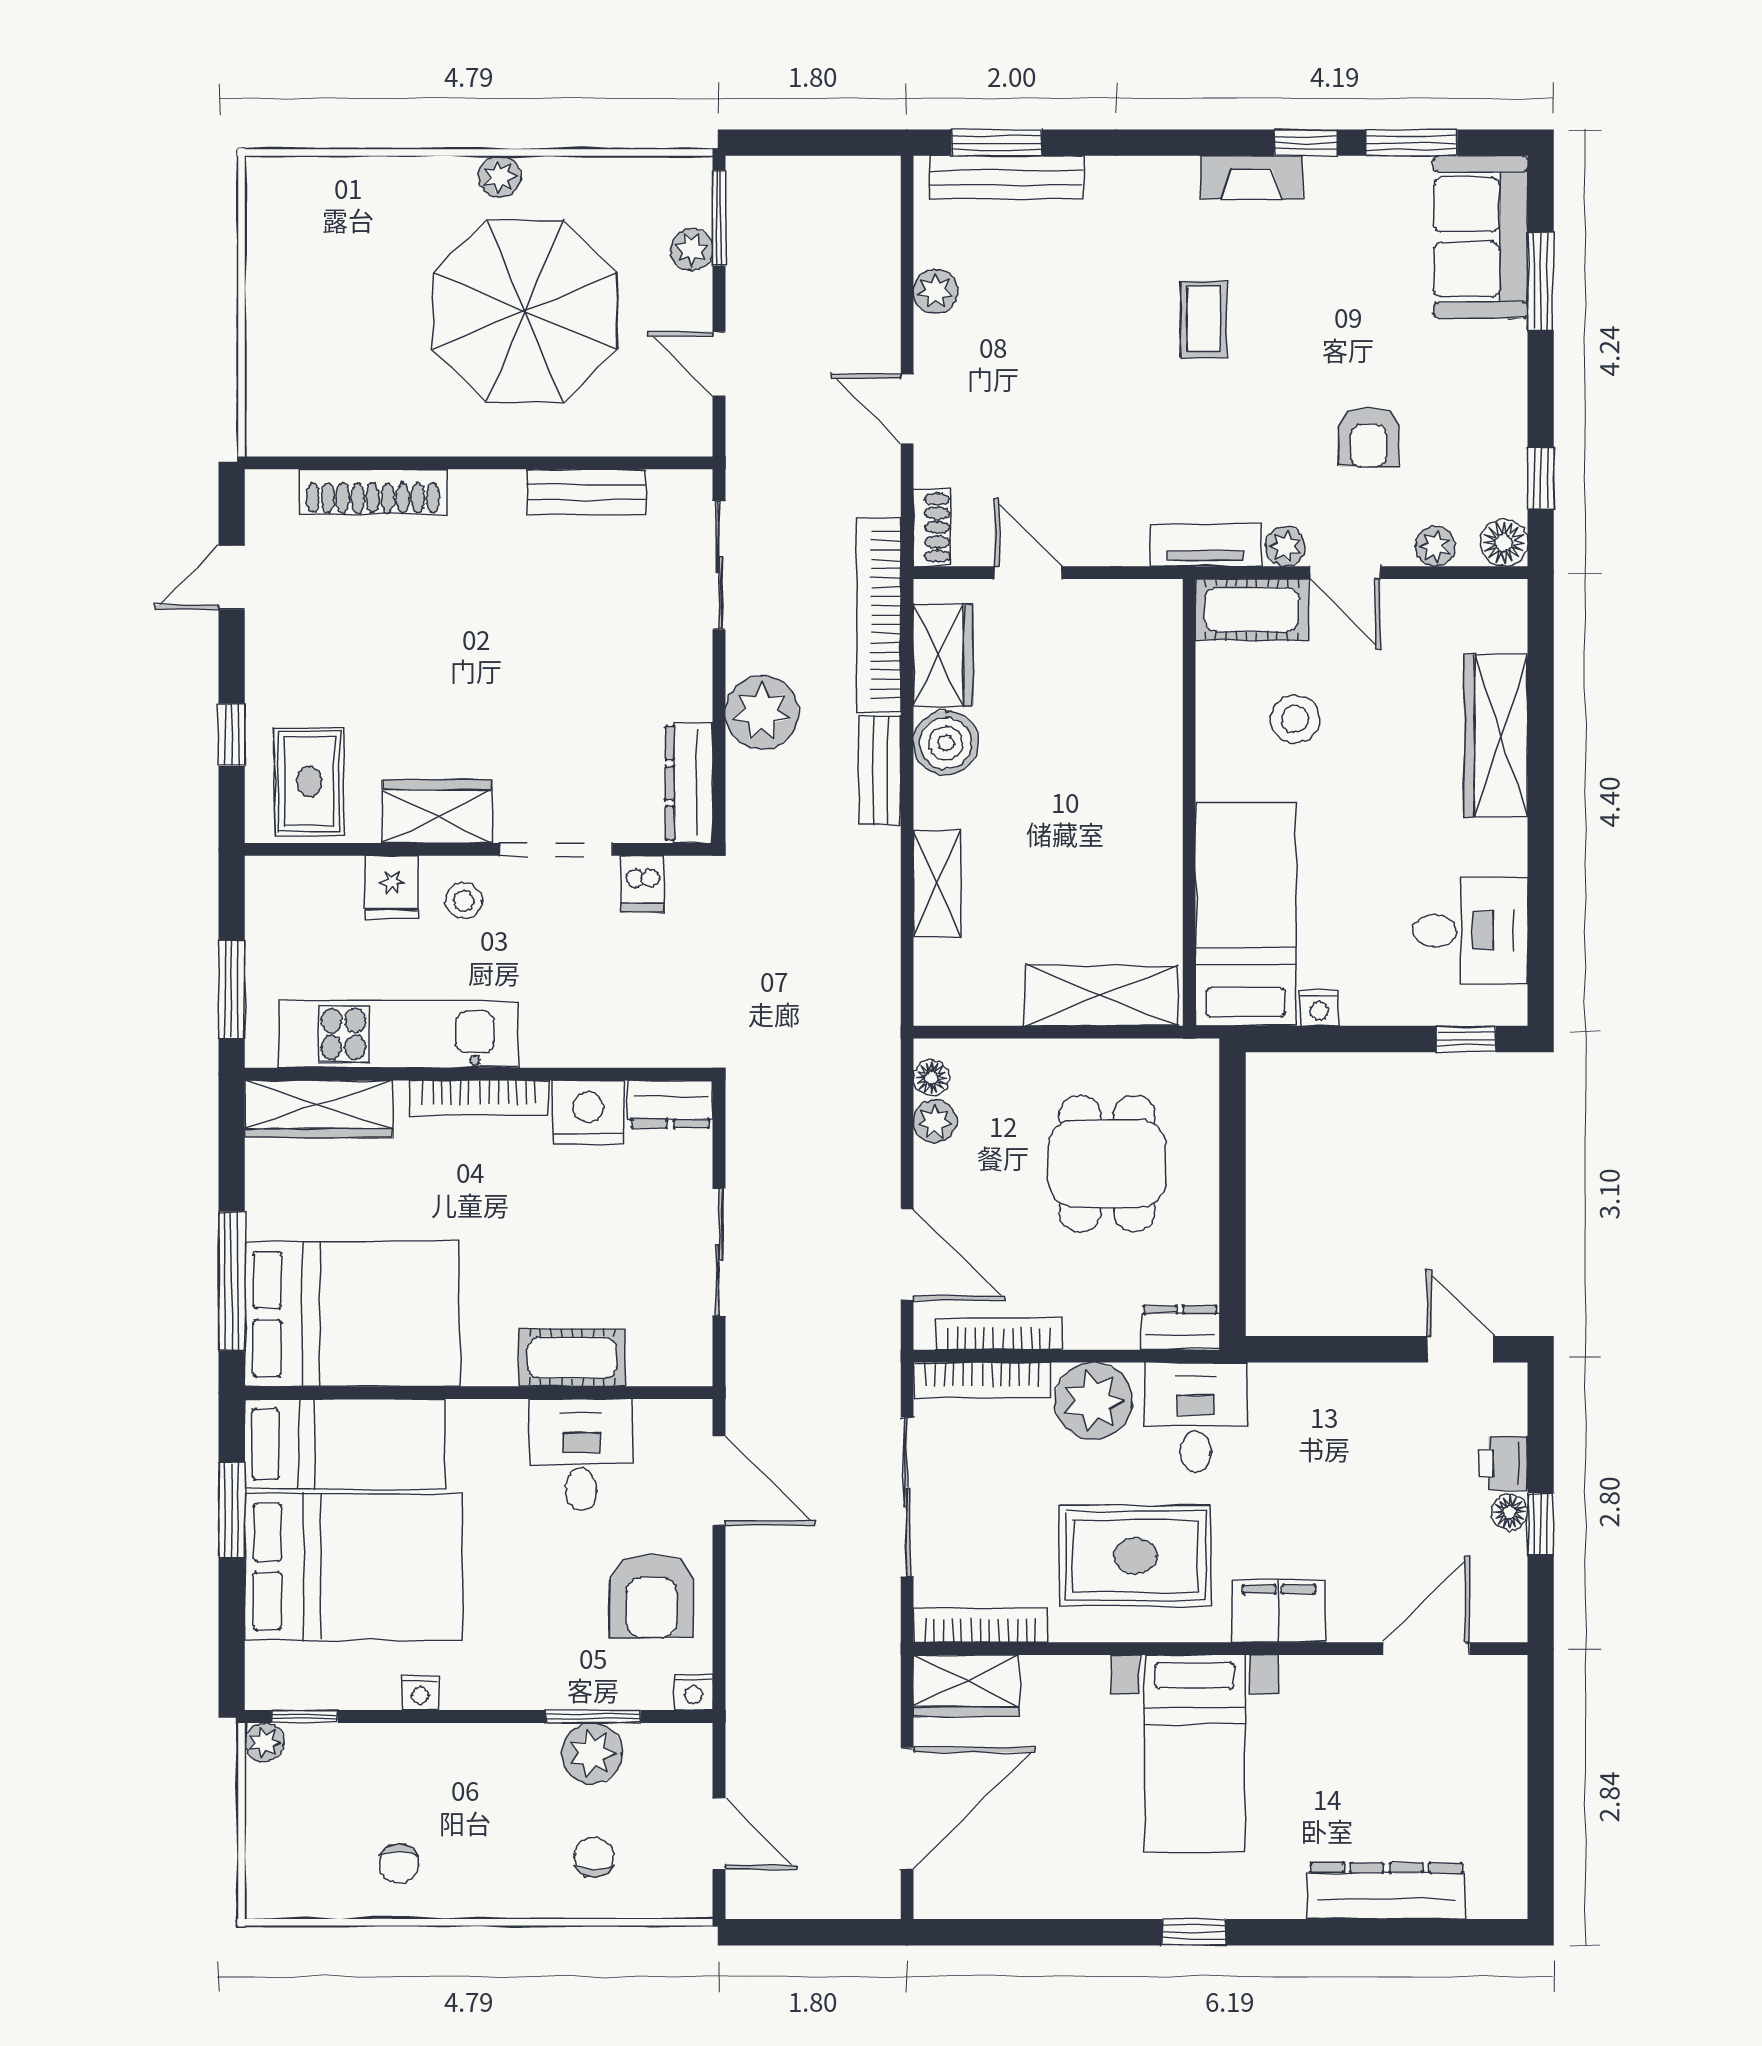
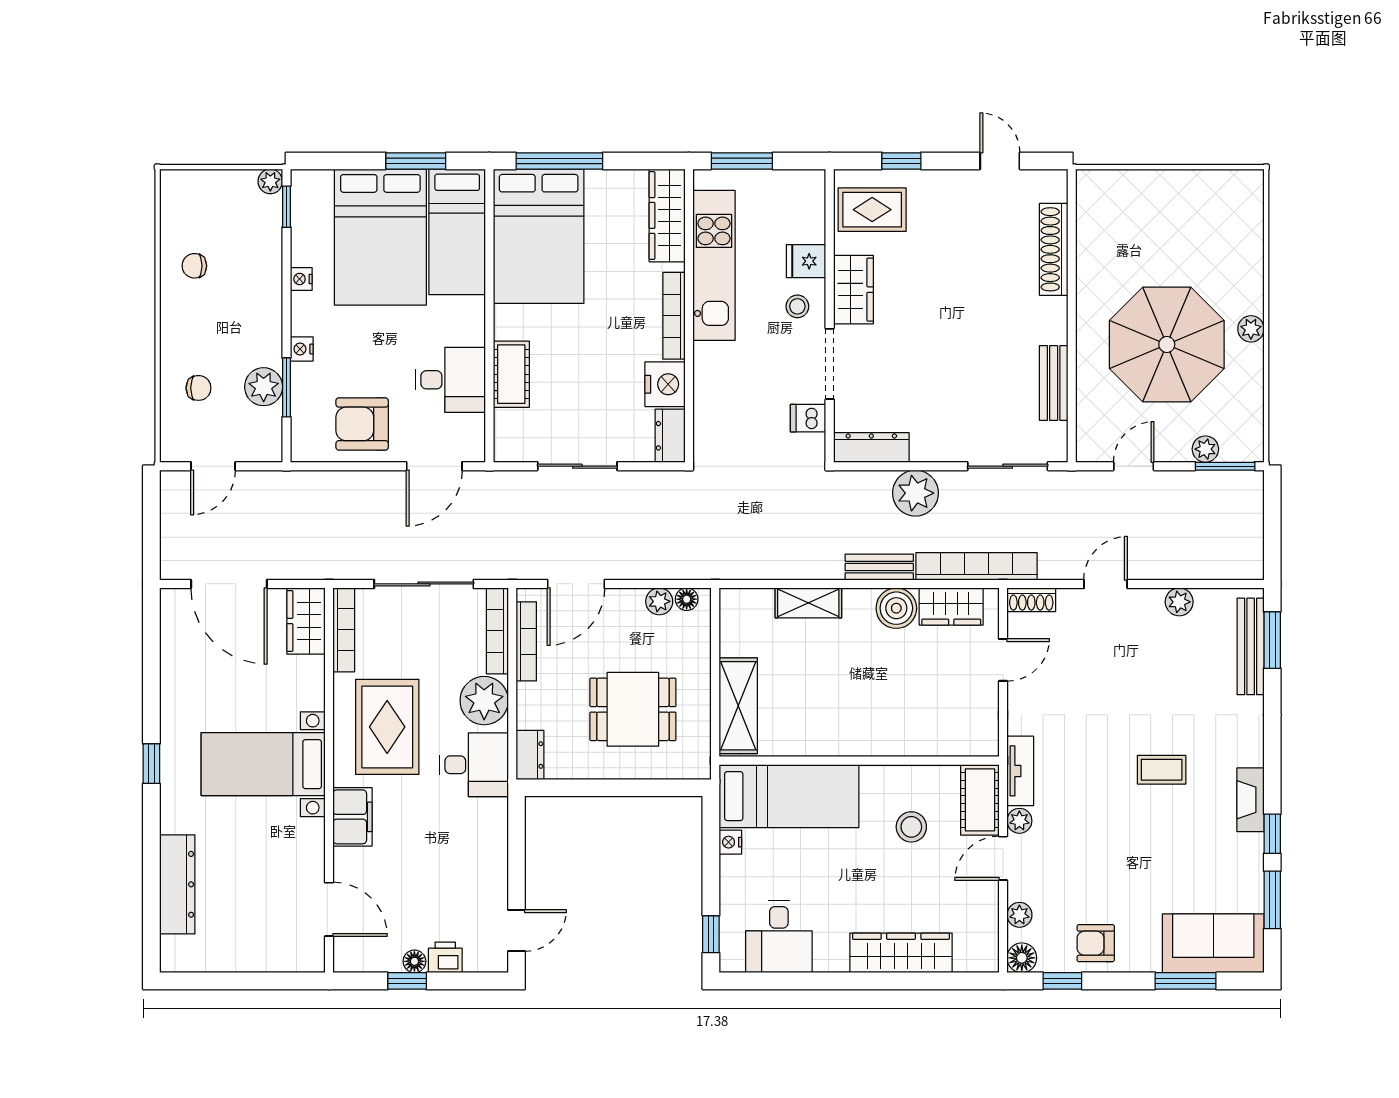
armchair: (1368, 437) -> (1096, 943), moved
nightstand: (694, 1692) -> (302, 349), moved

